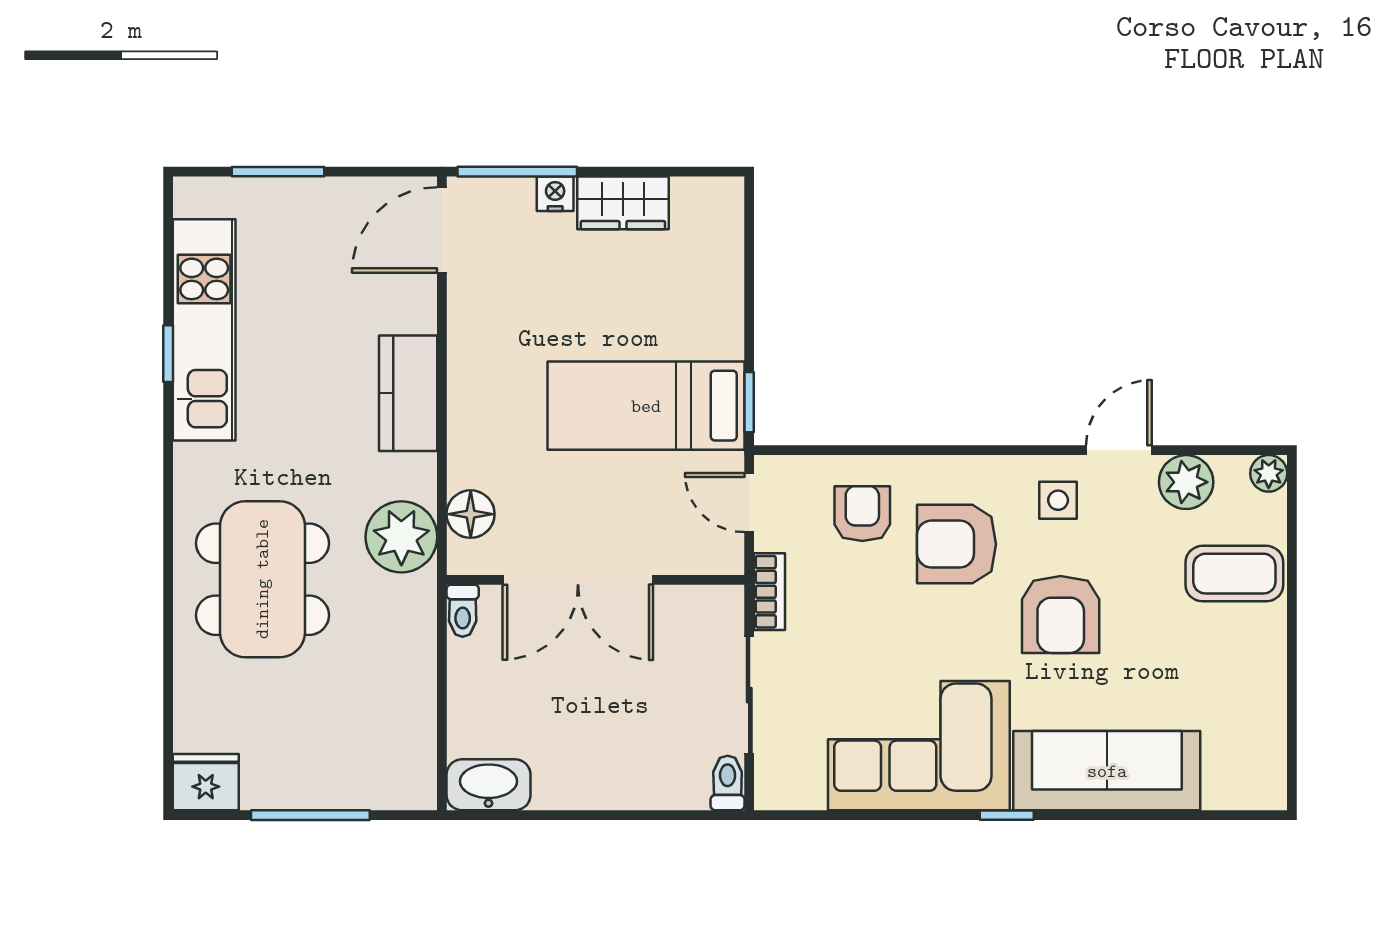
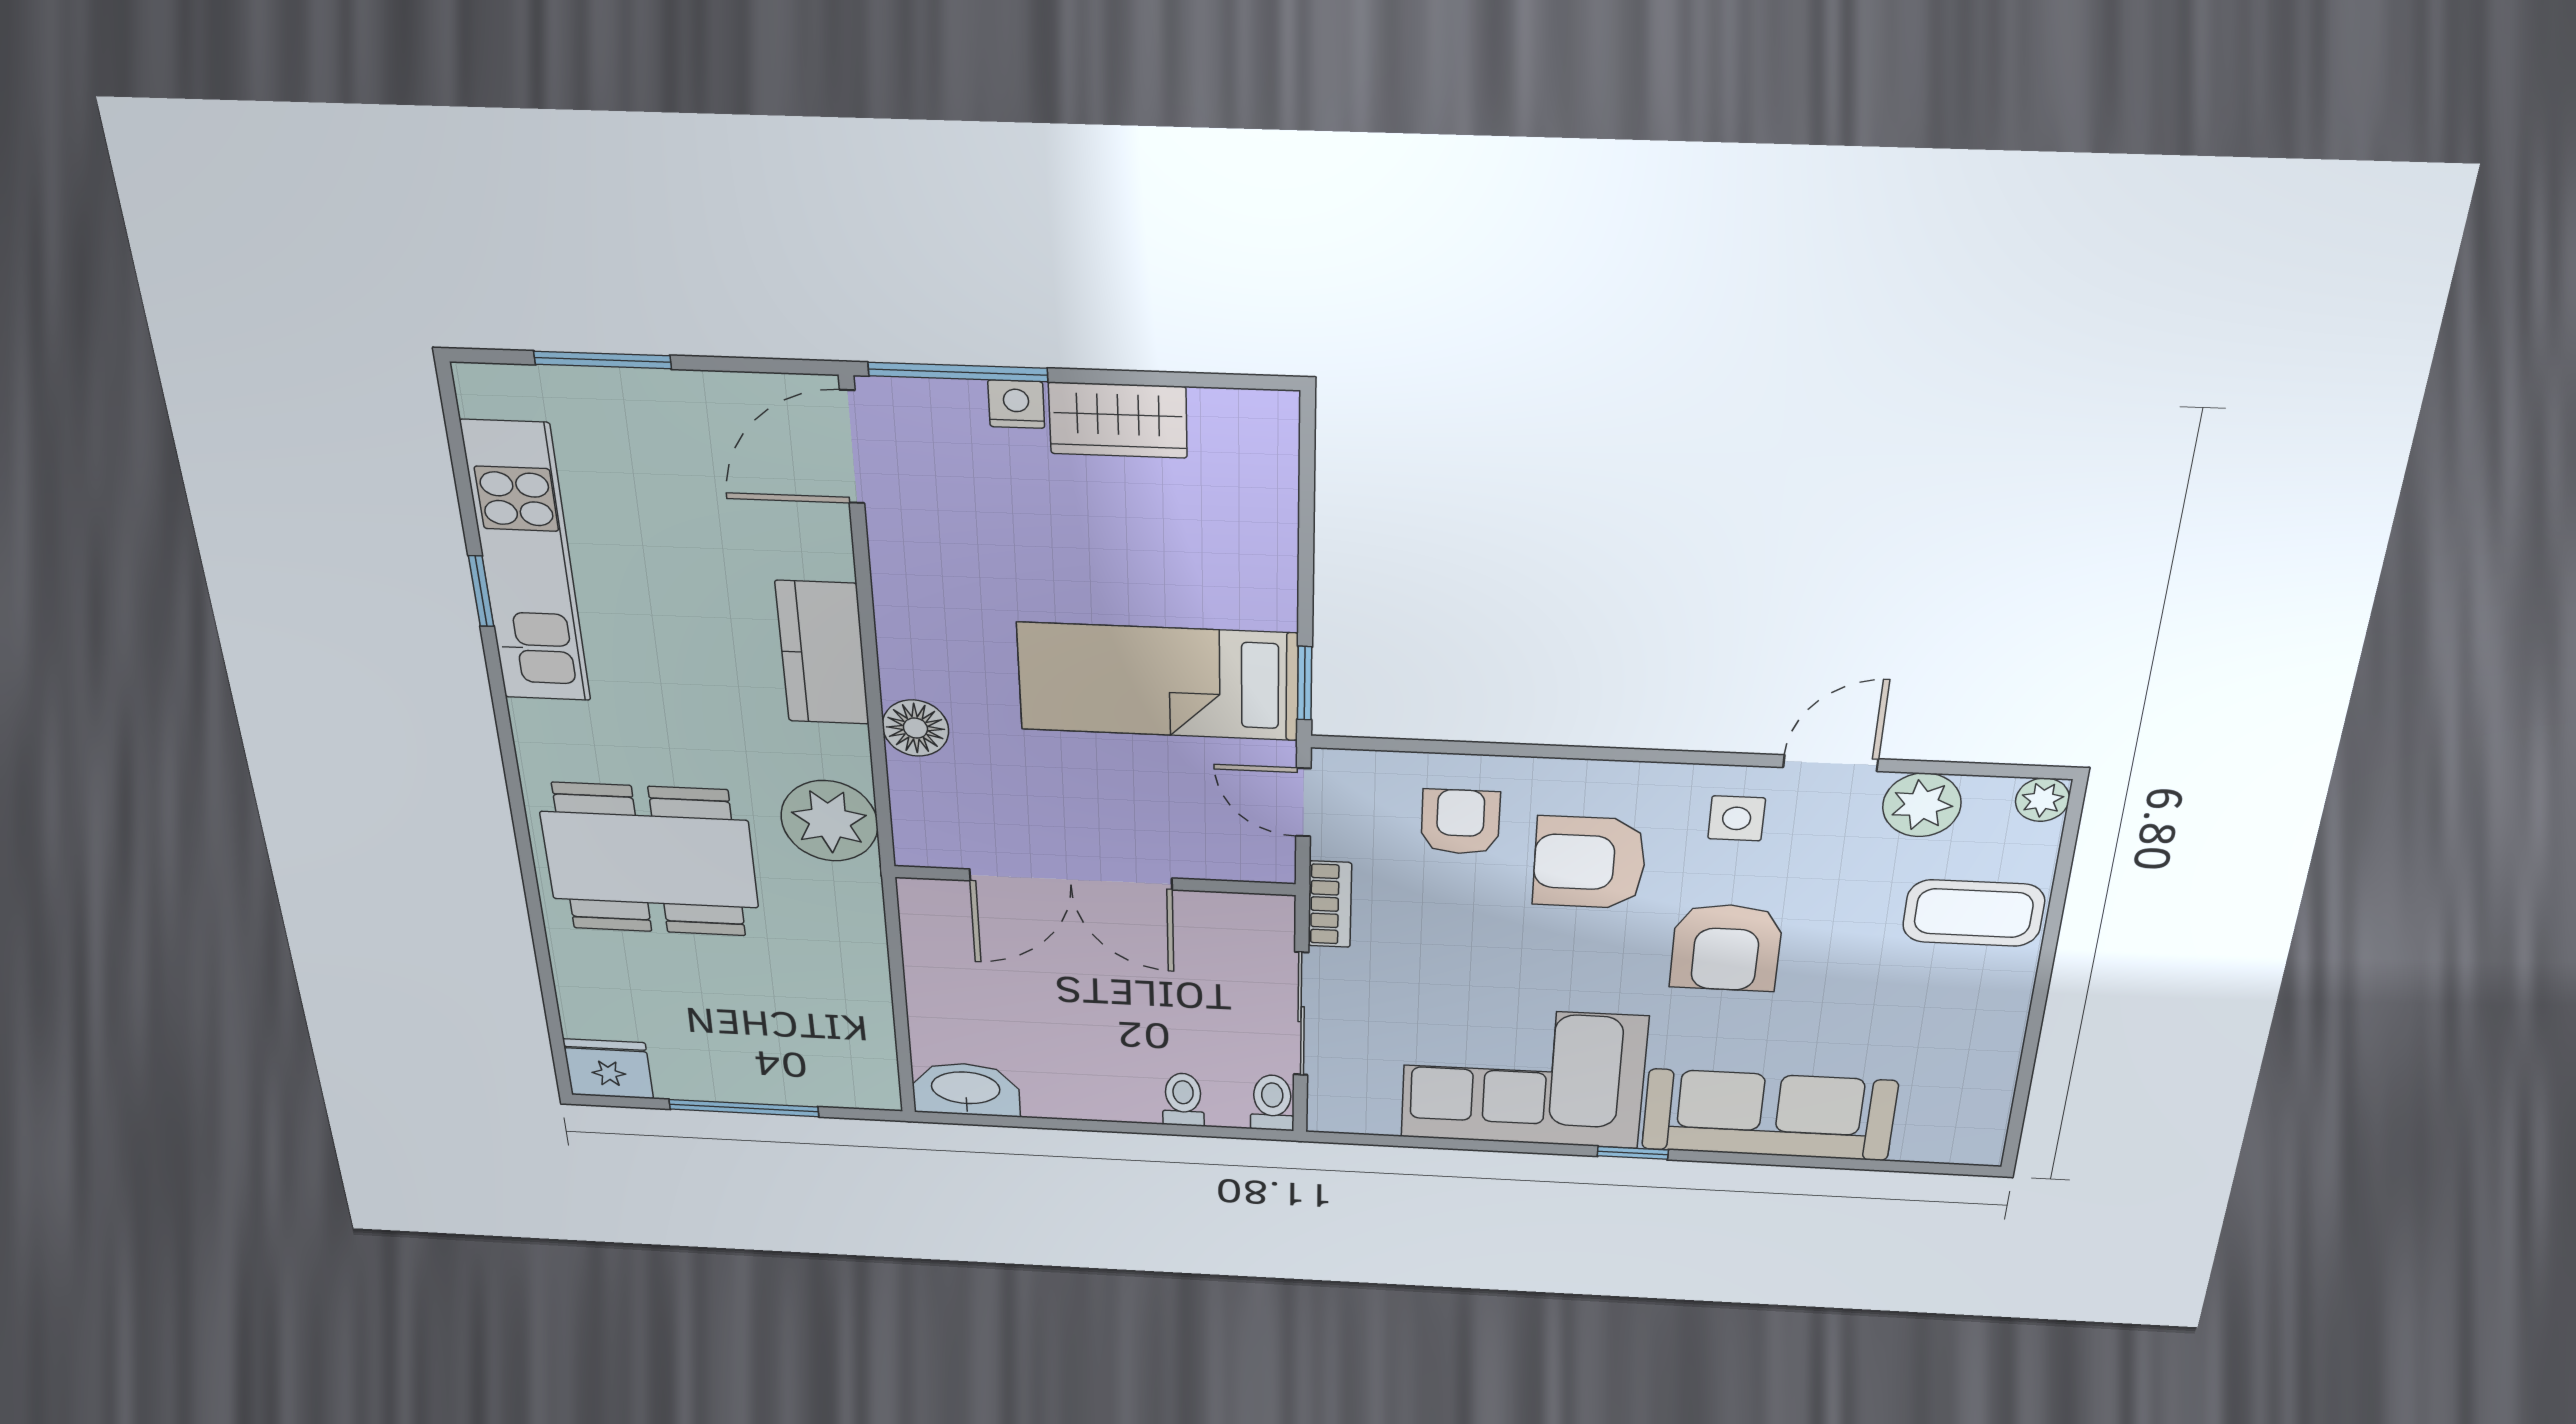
floor lamp: (471, 514) -> (915, 728), moved
dining table: (262, 579) -> (650, 860), turned 90
toilet: (463, 611) -> (1183, 1100), moved, turned 180

